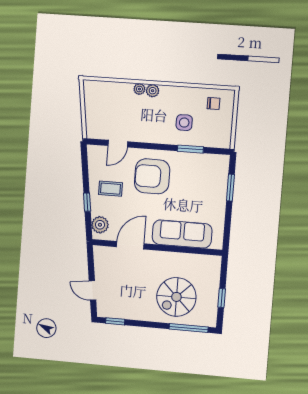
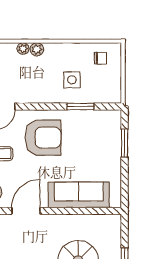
armchair: (152, 176) -> (43, 138), turned 180

